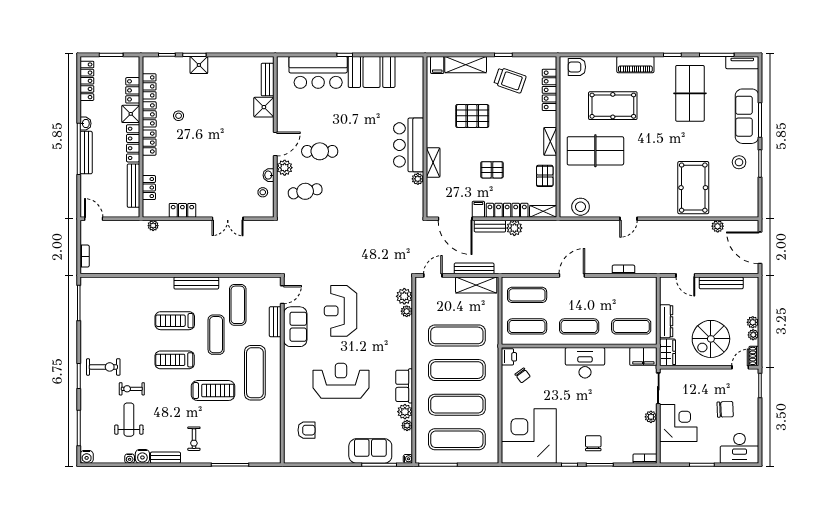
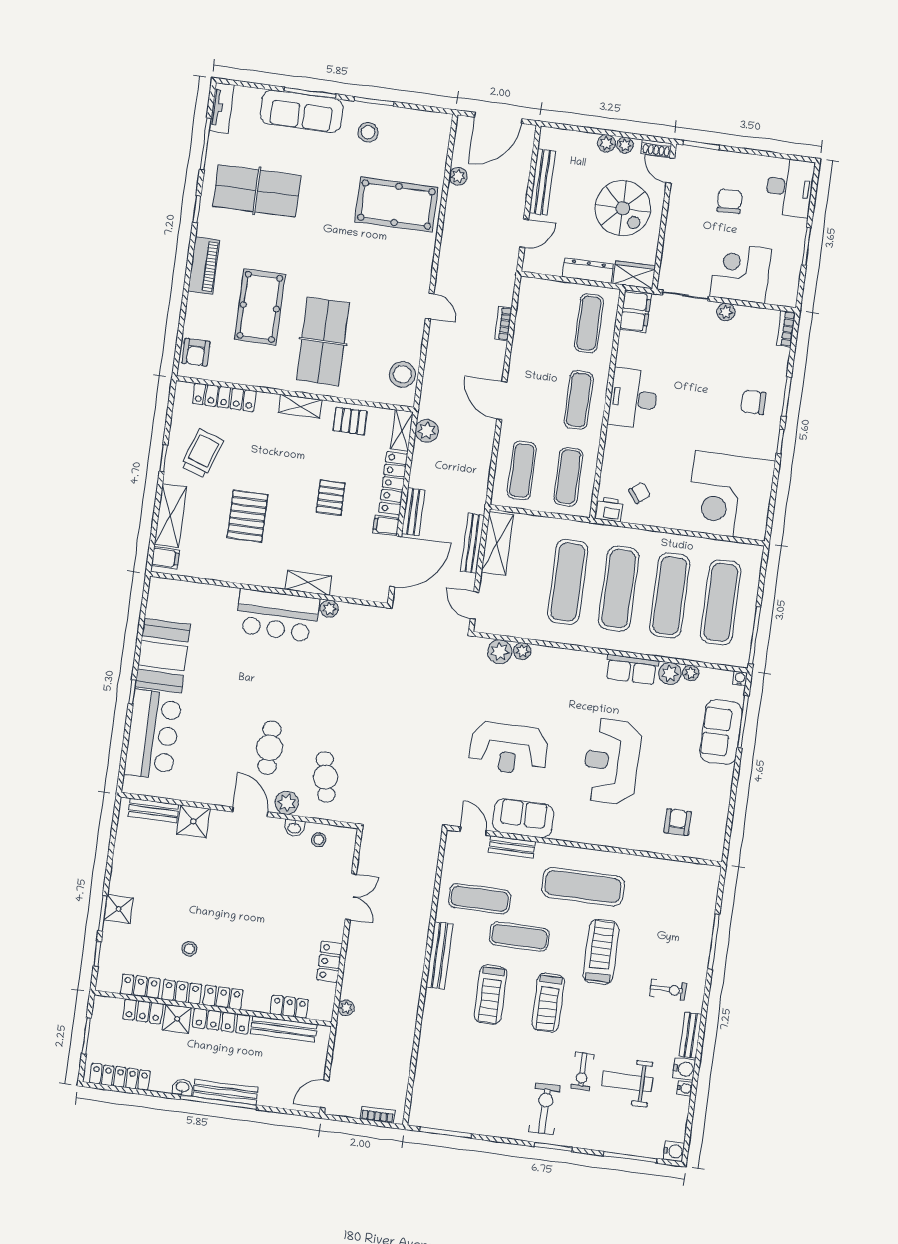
plant: (514, 228) -> (427, 431), moved

